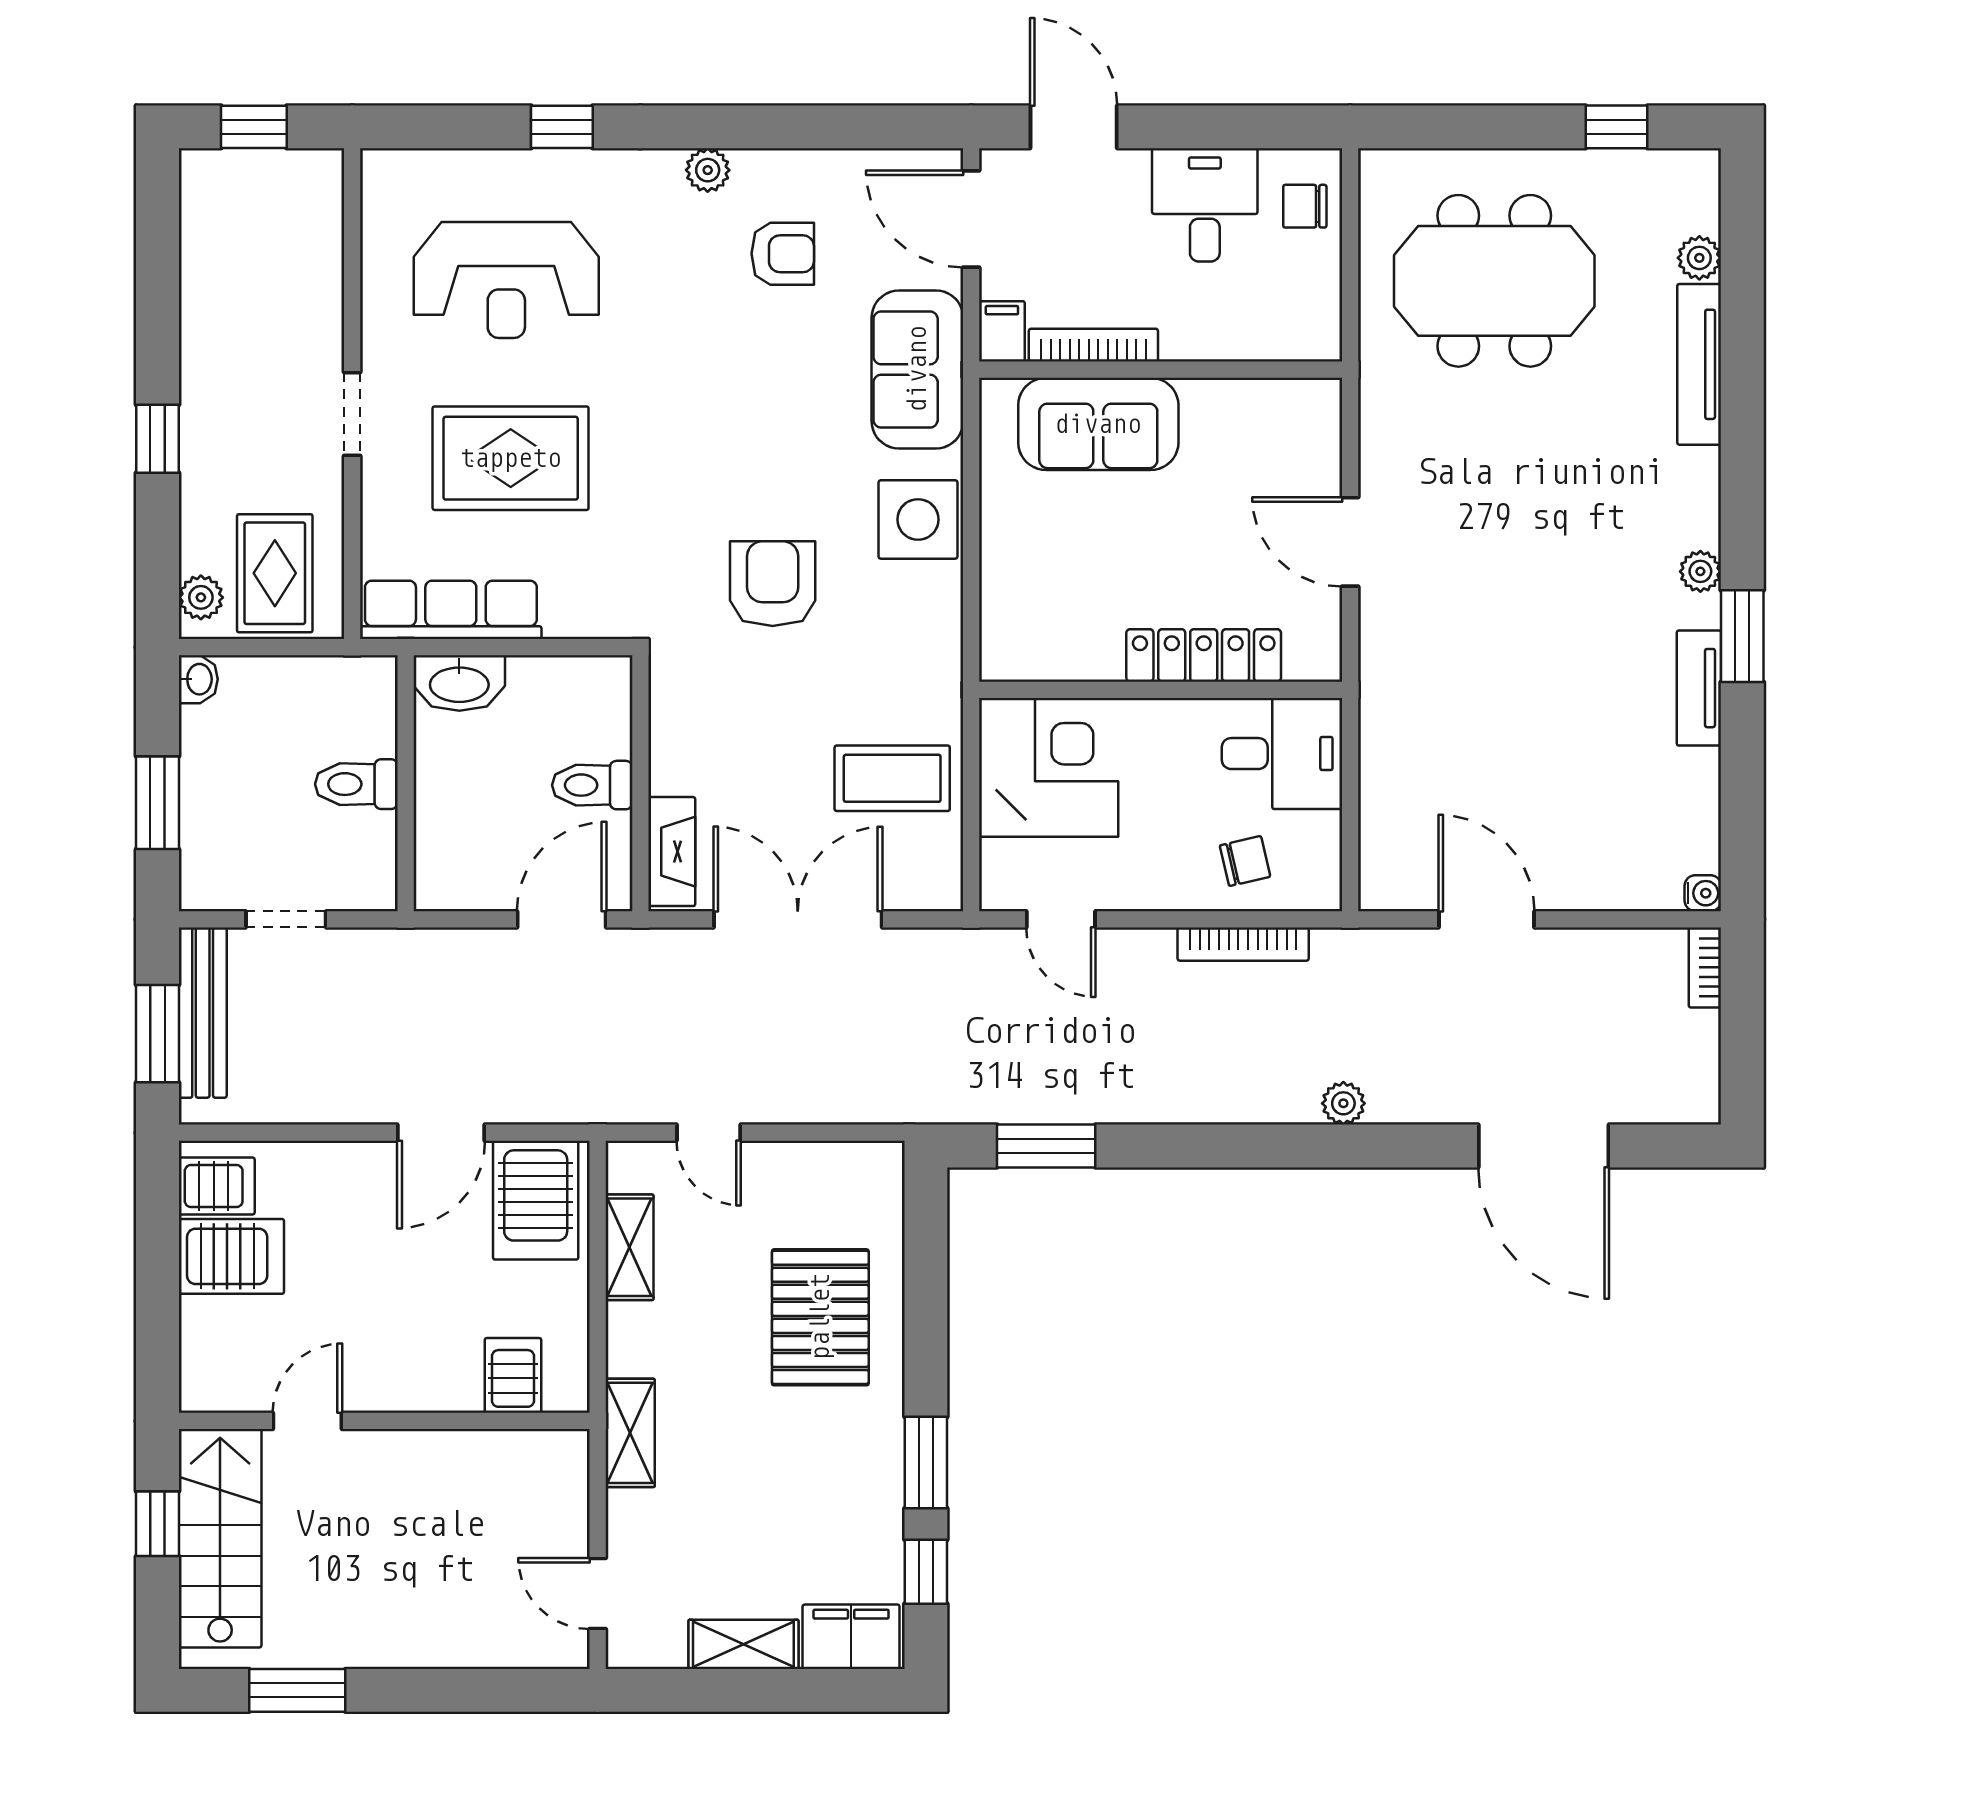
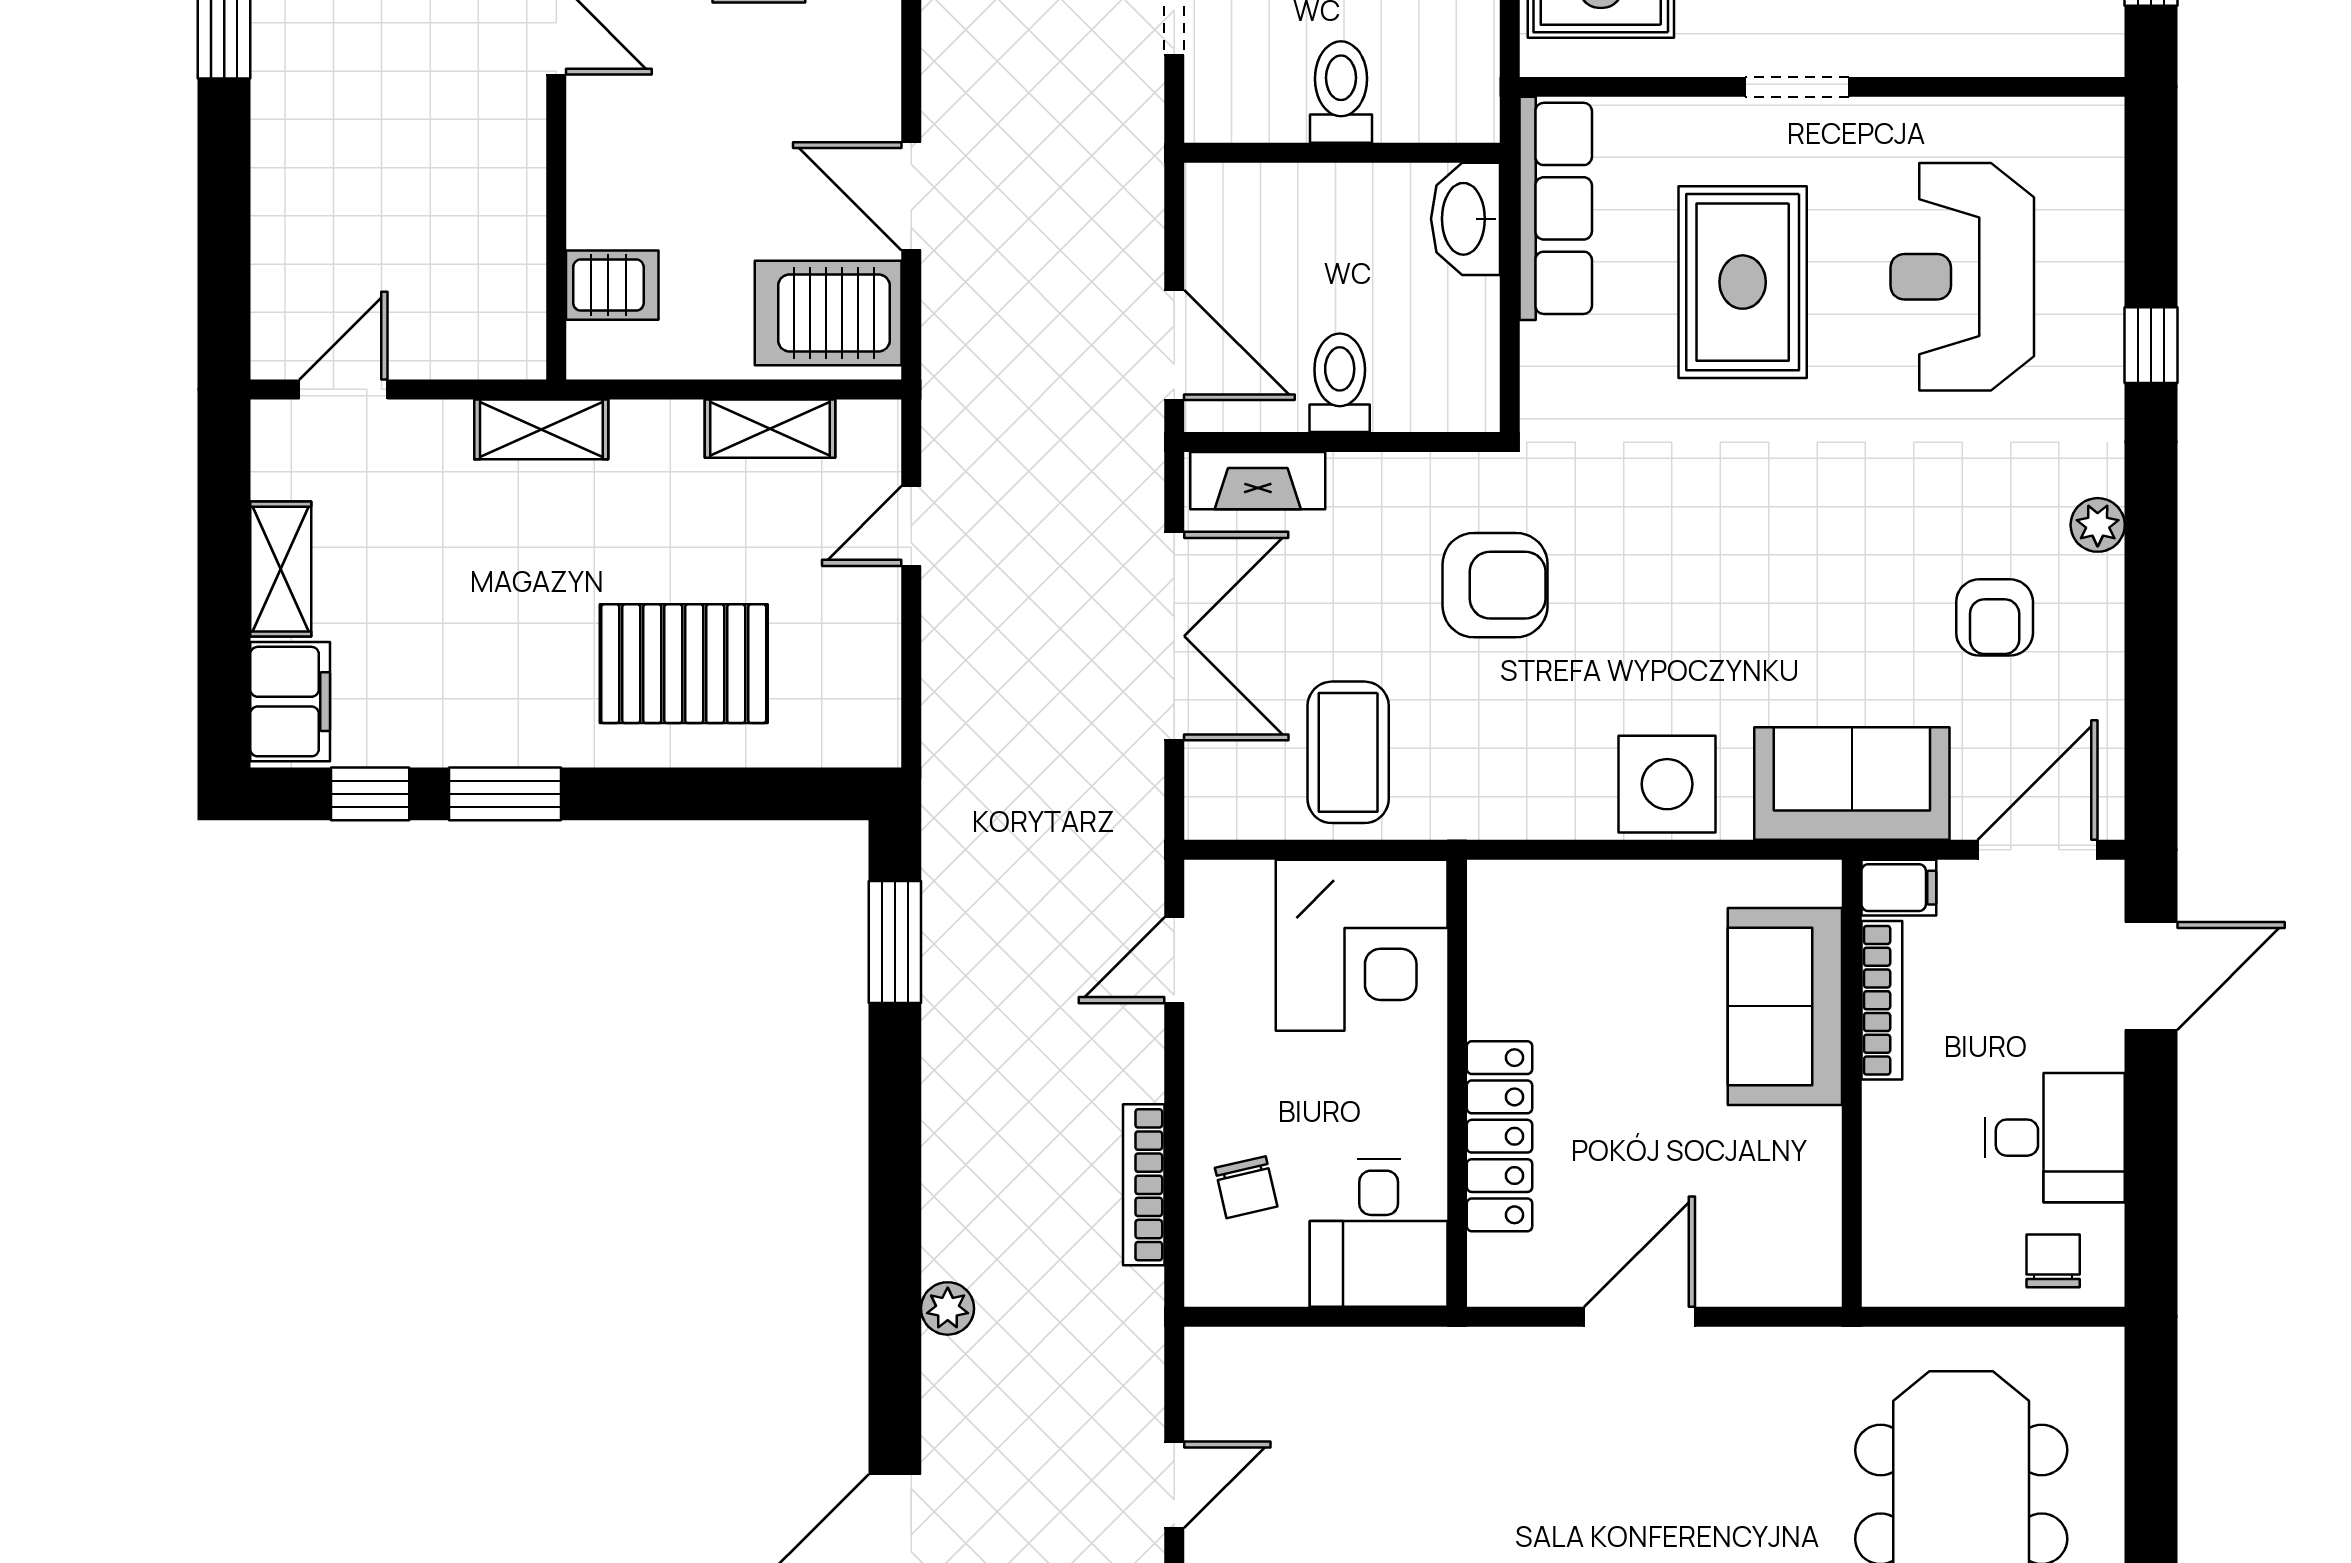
armchair: (773, 584) -> (1495, 585), moved
door: (1486, 919) -> (1174, 1485), width x0.73

